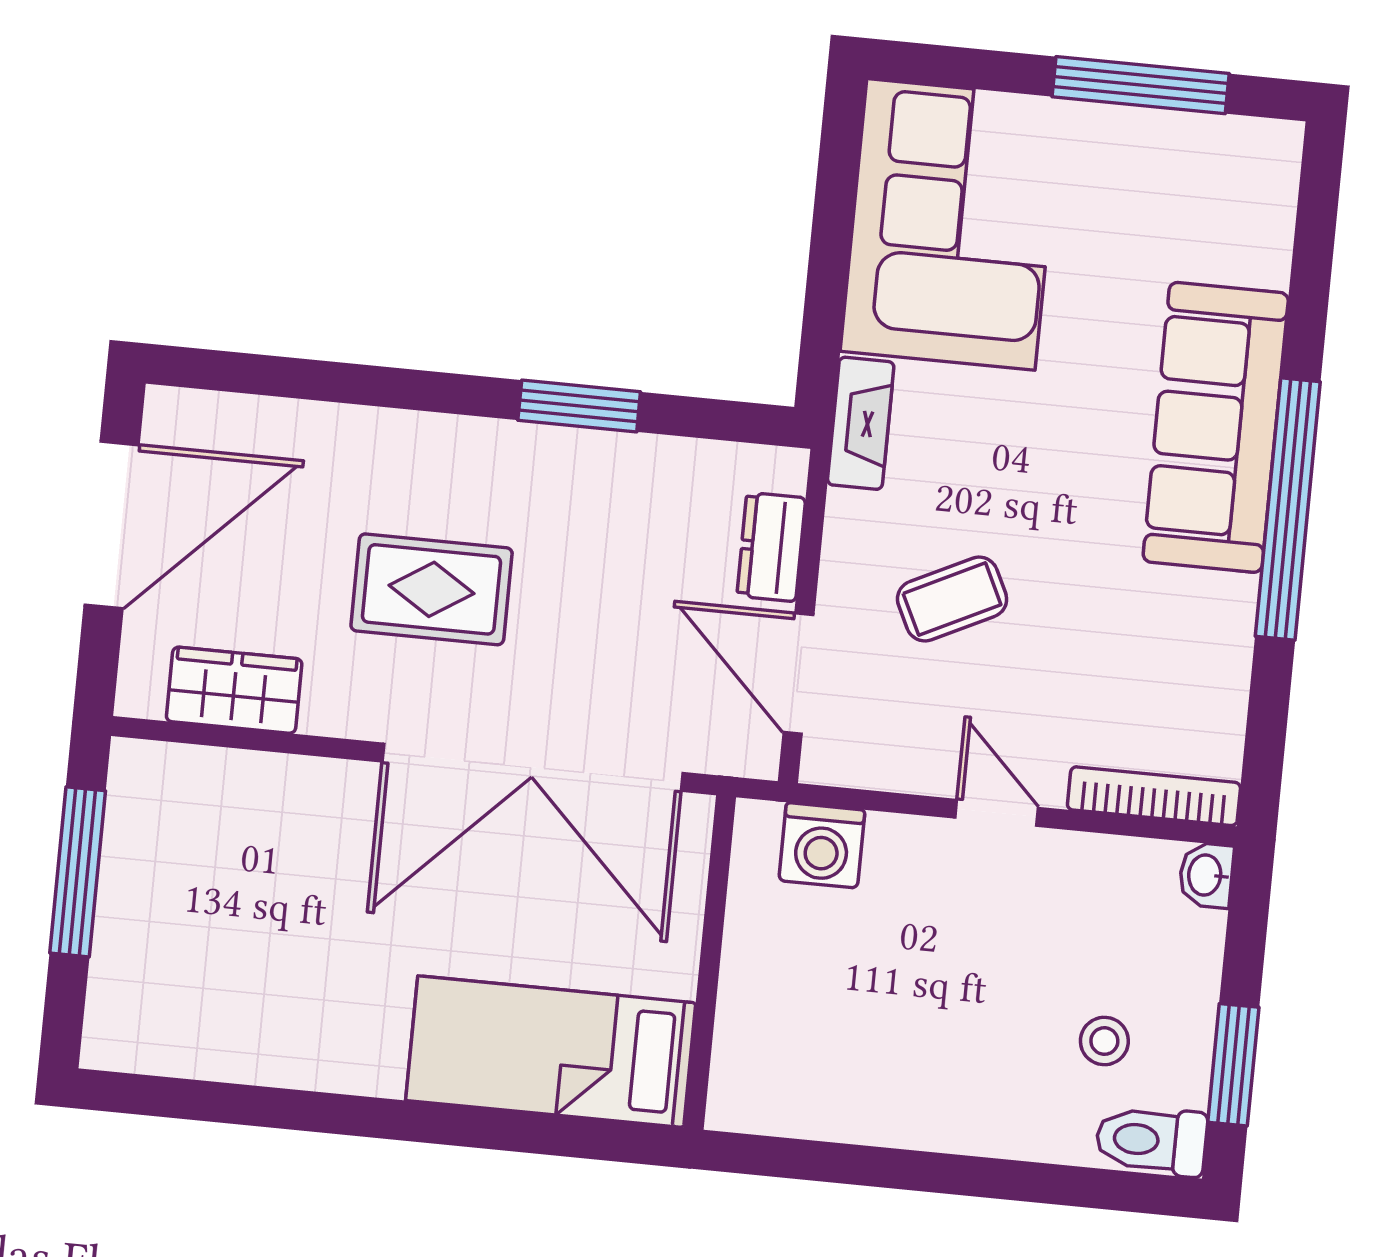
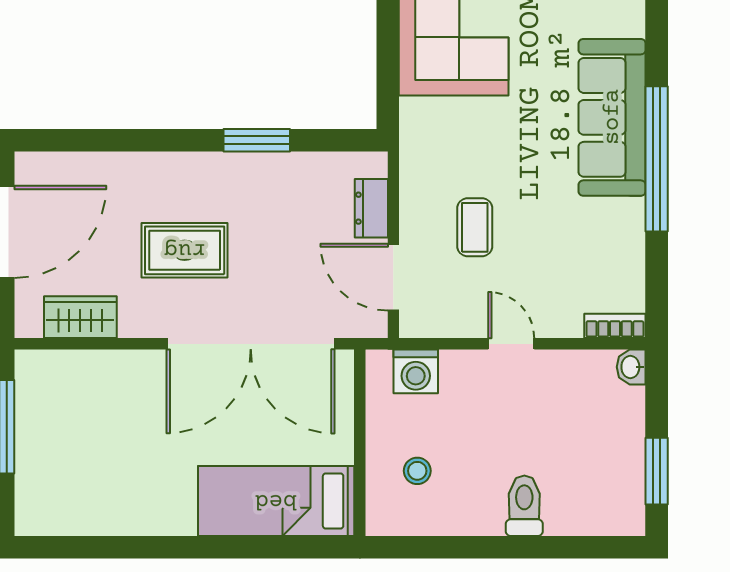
fireplace: (861, 423) -> (414, 134), removed
coffee table: (952, 599) -> (475, 227), turned -64
bookcase: (1154, 796) -> (615, 326), width x0.64
stool: (1104, 1041) -> (417, 471), moved
toilet: (1151, 1141) -> (524, 506), moved, turned 90

